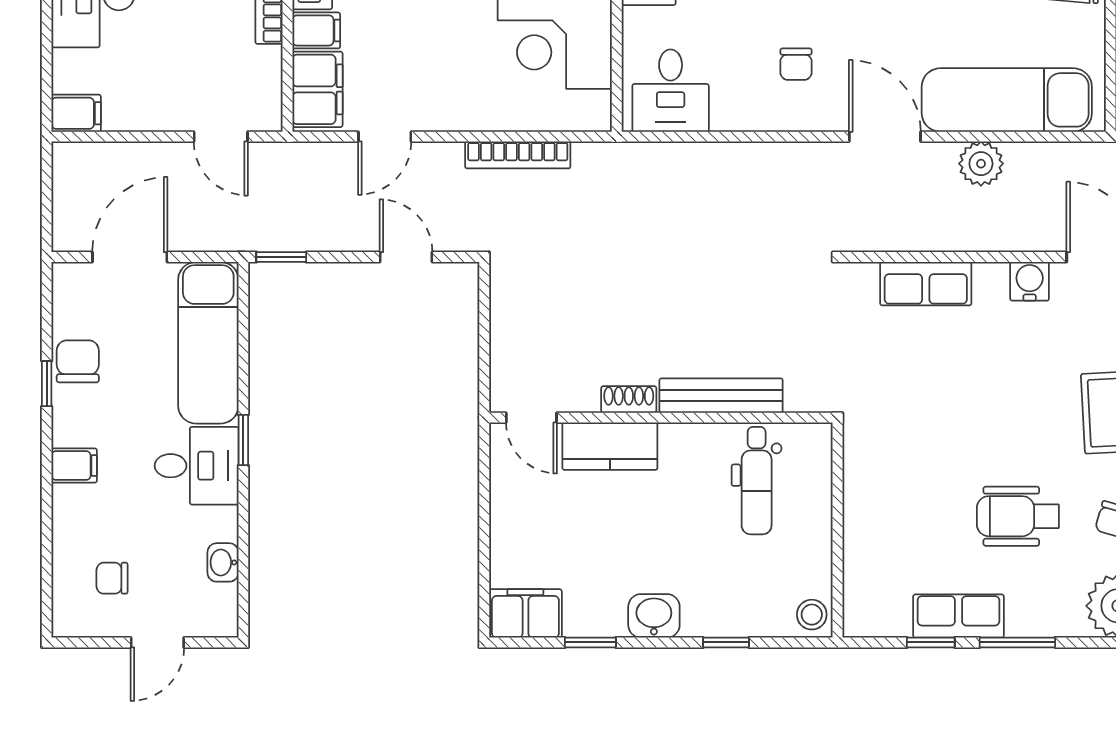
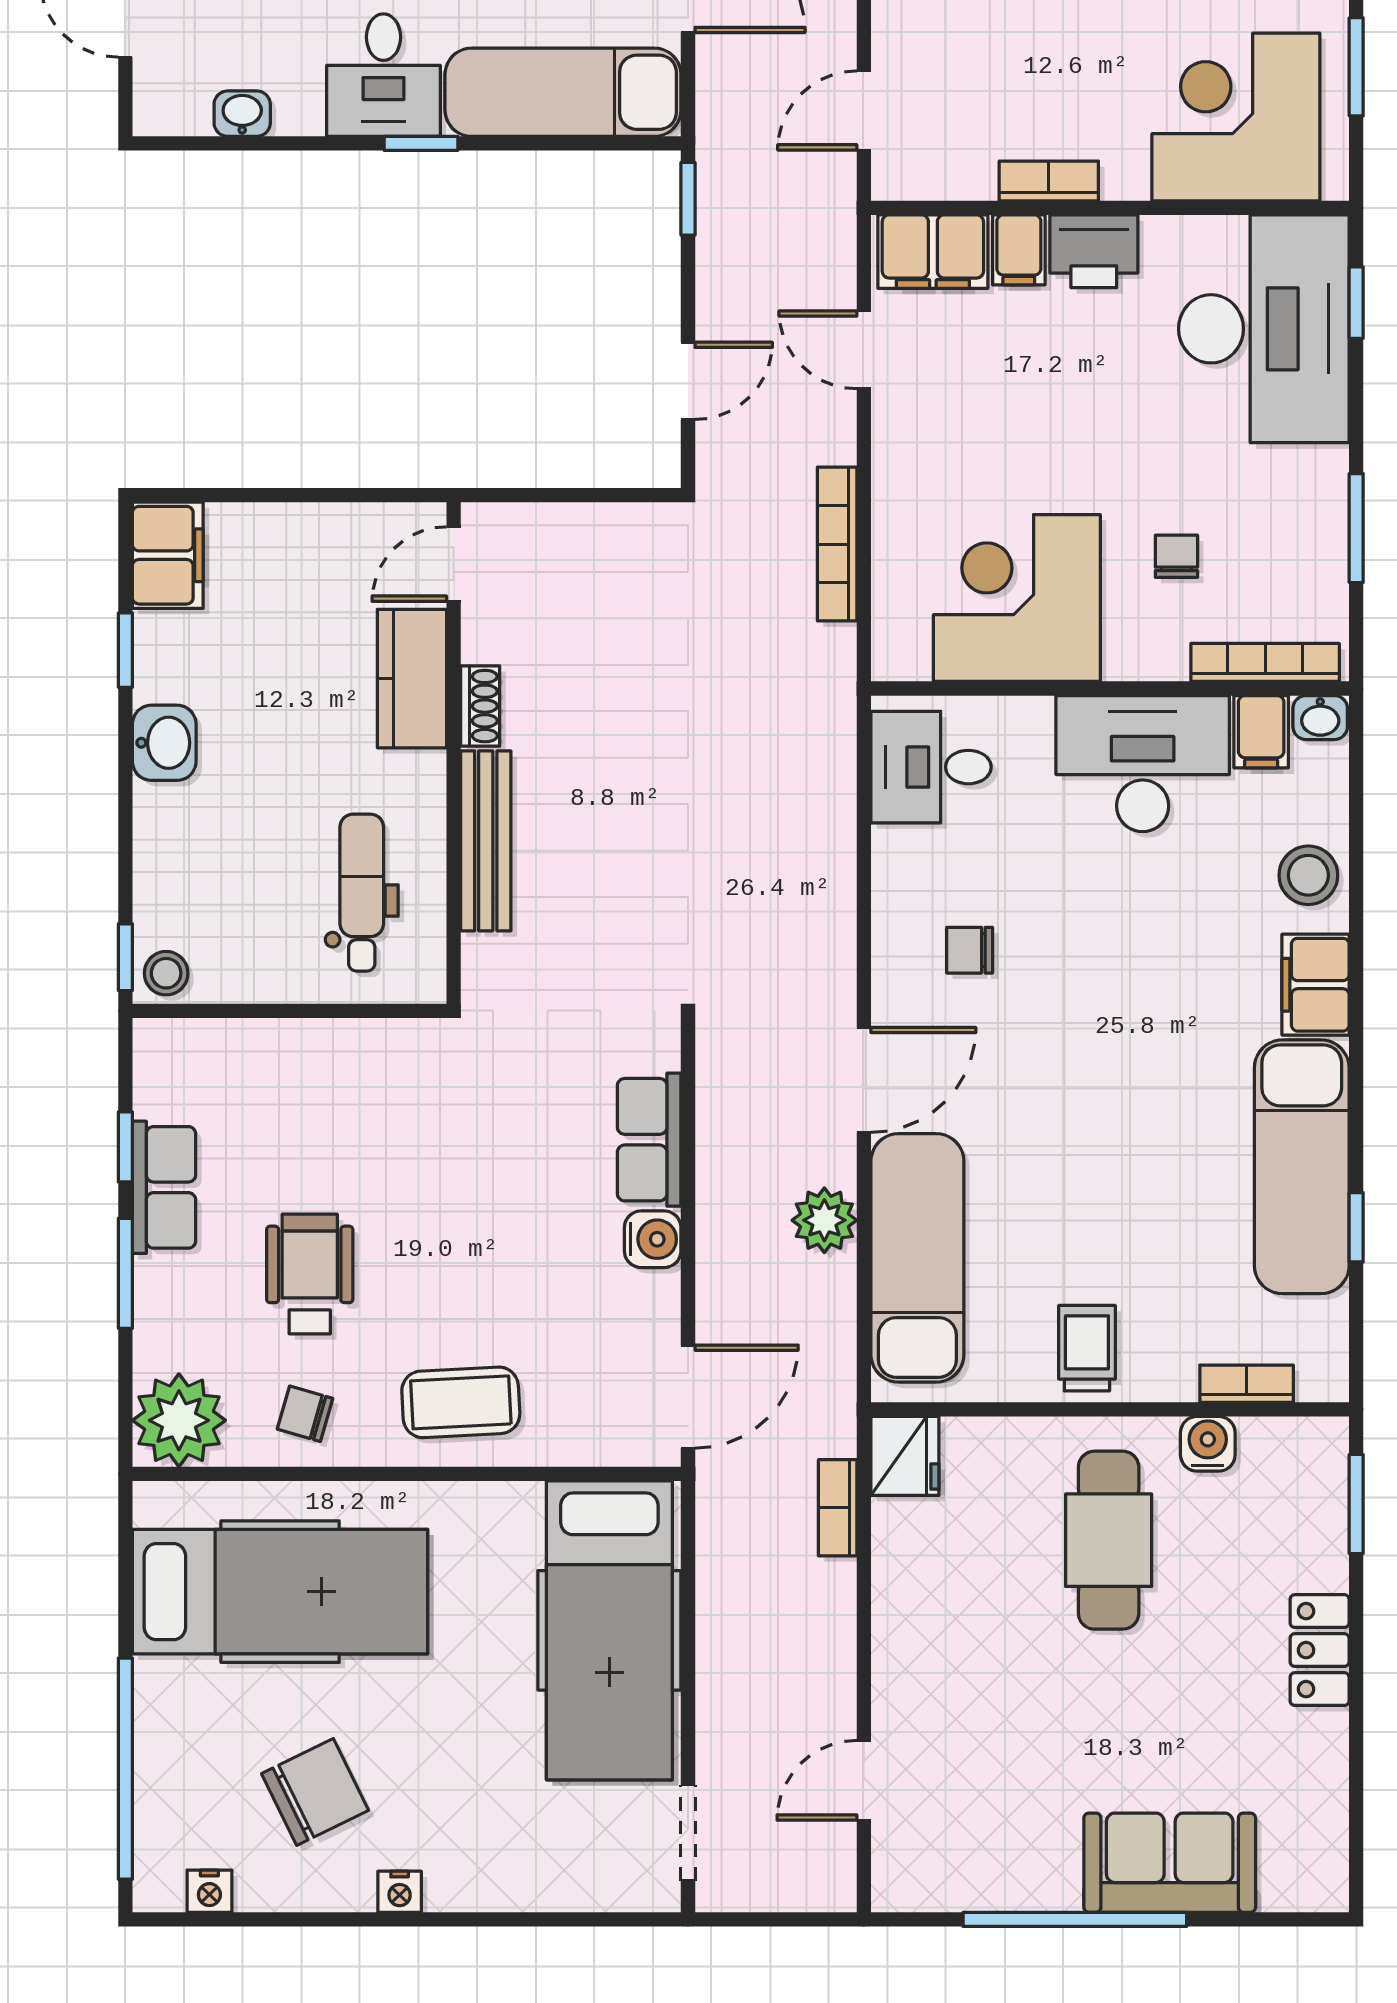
water cooler: (1030, 281) -> (653, 1239), moved
dental chair: (757, 481) -> (362, 893), turned 90
window: (726, 642) -> (125, 957), moved

